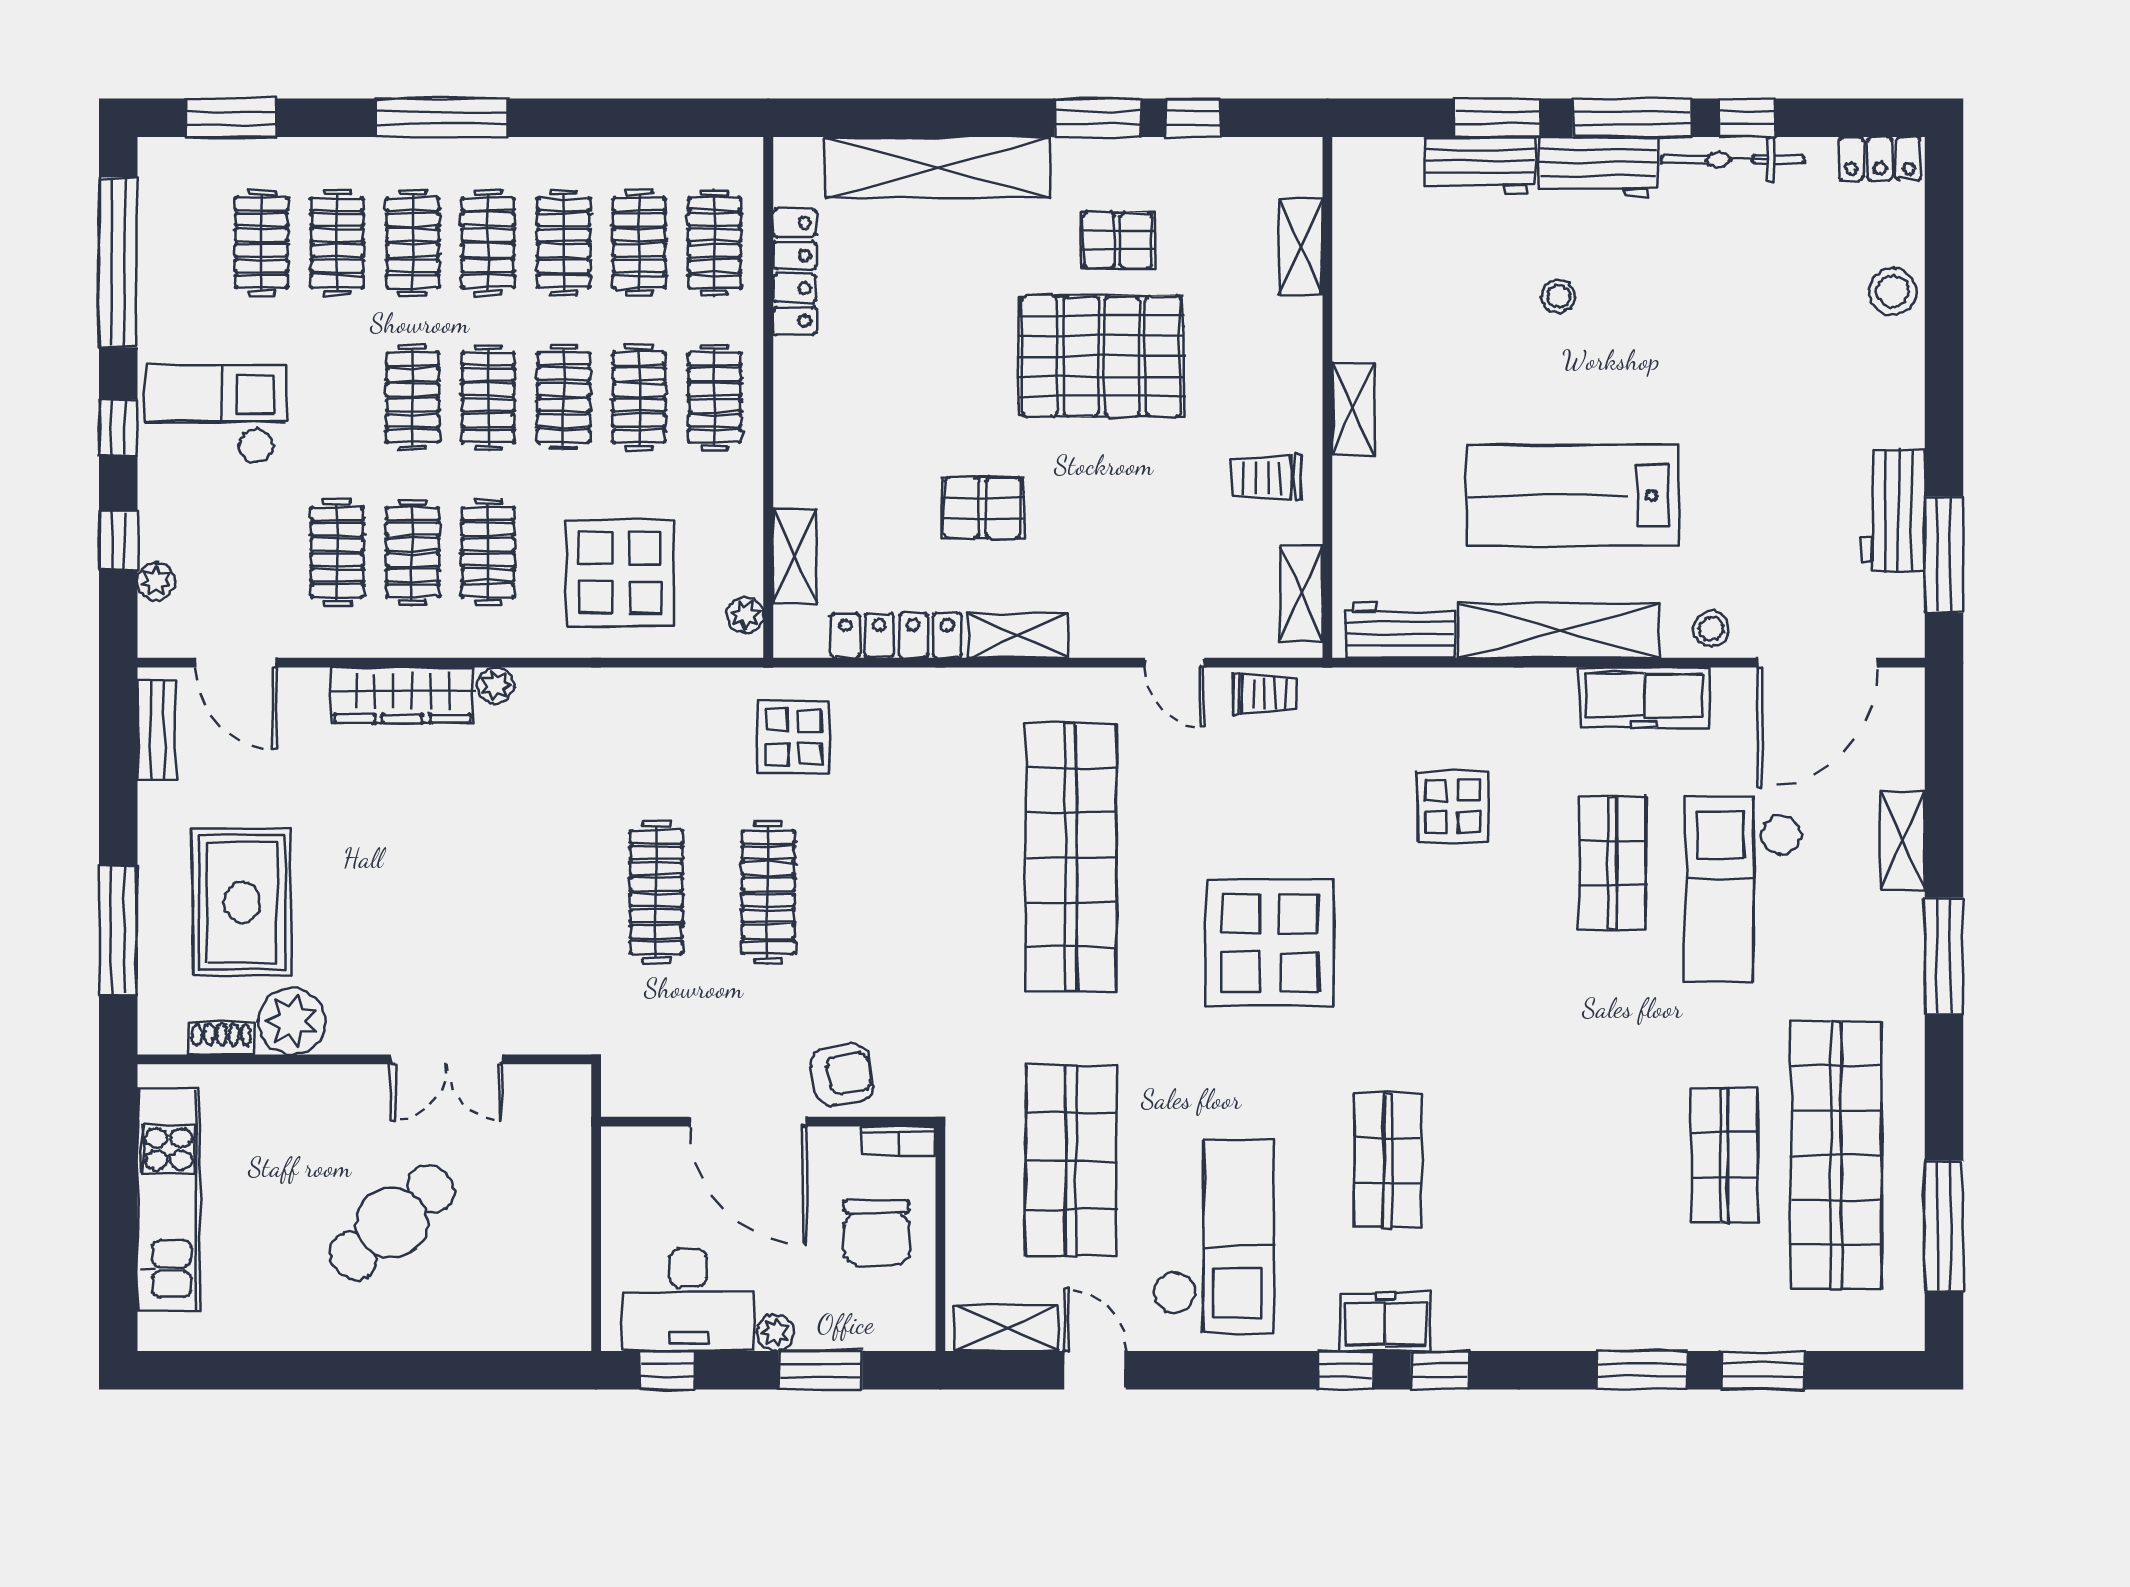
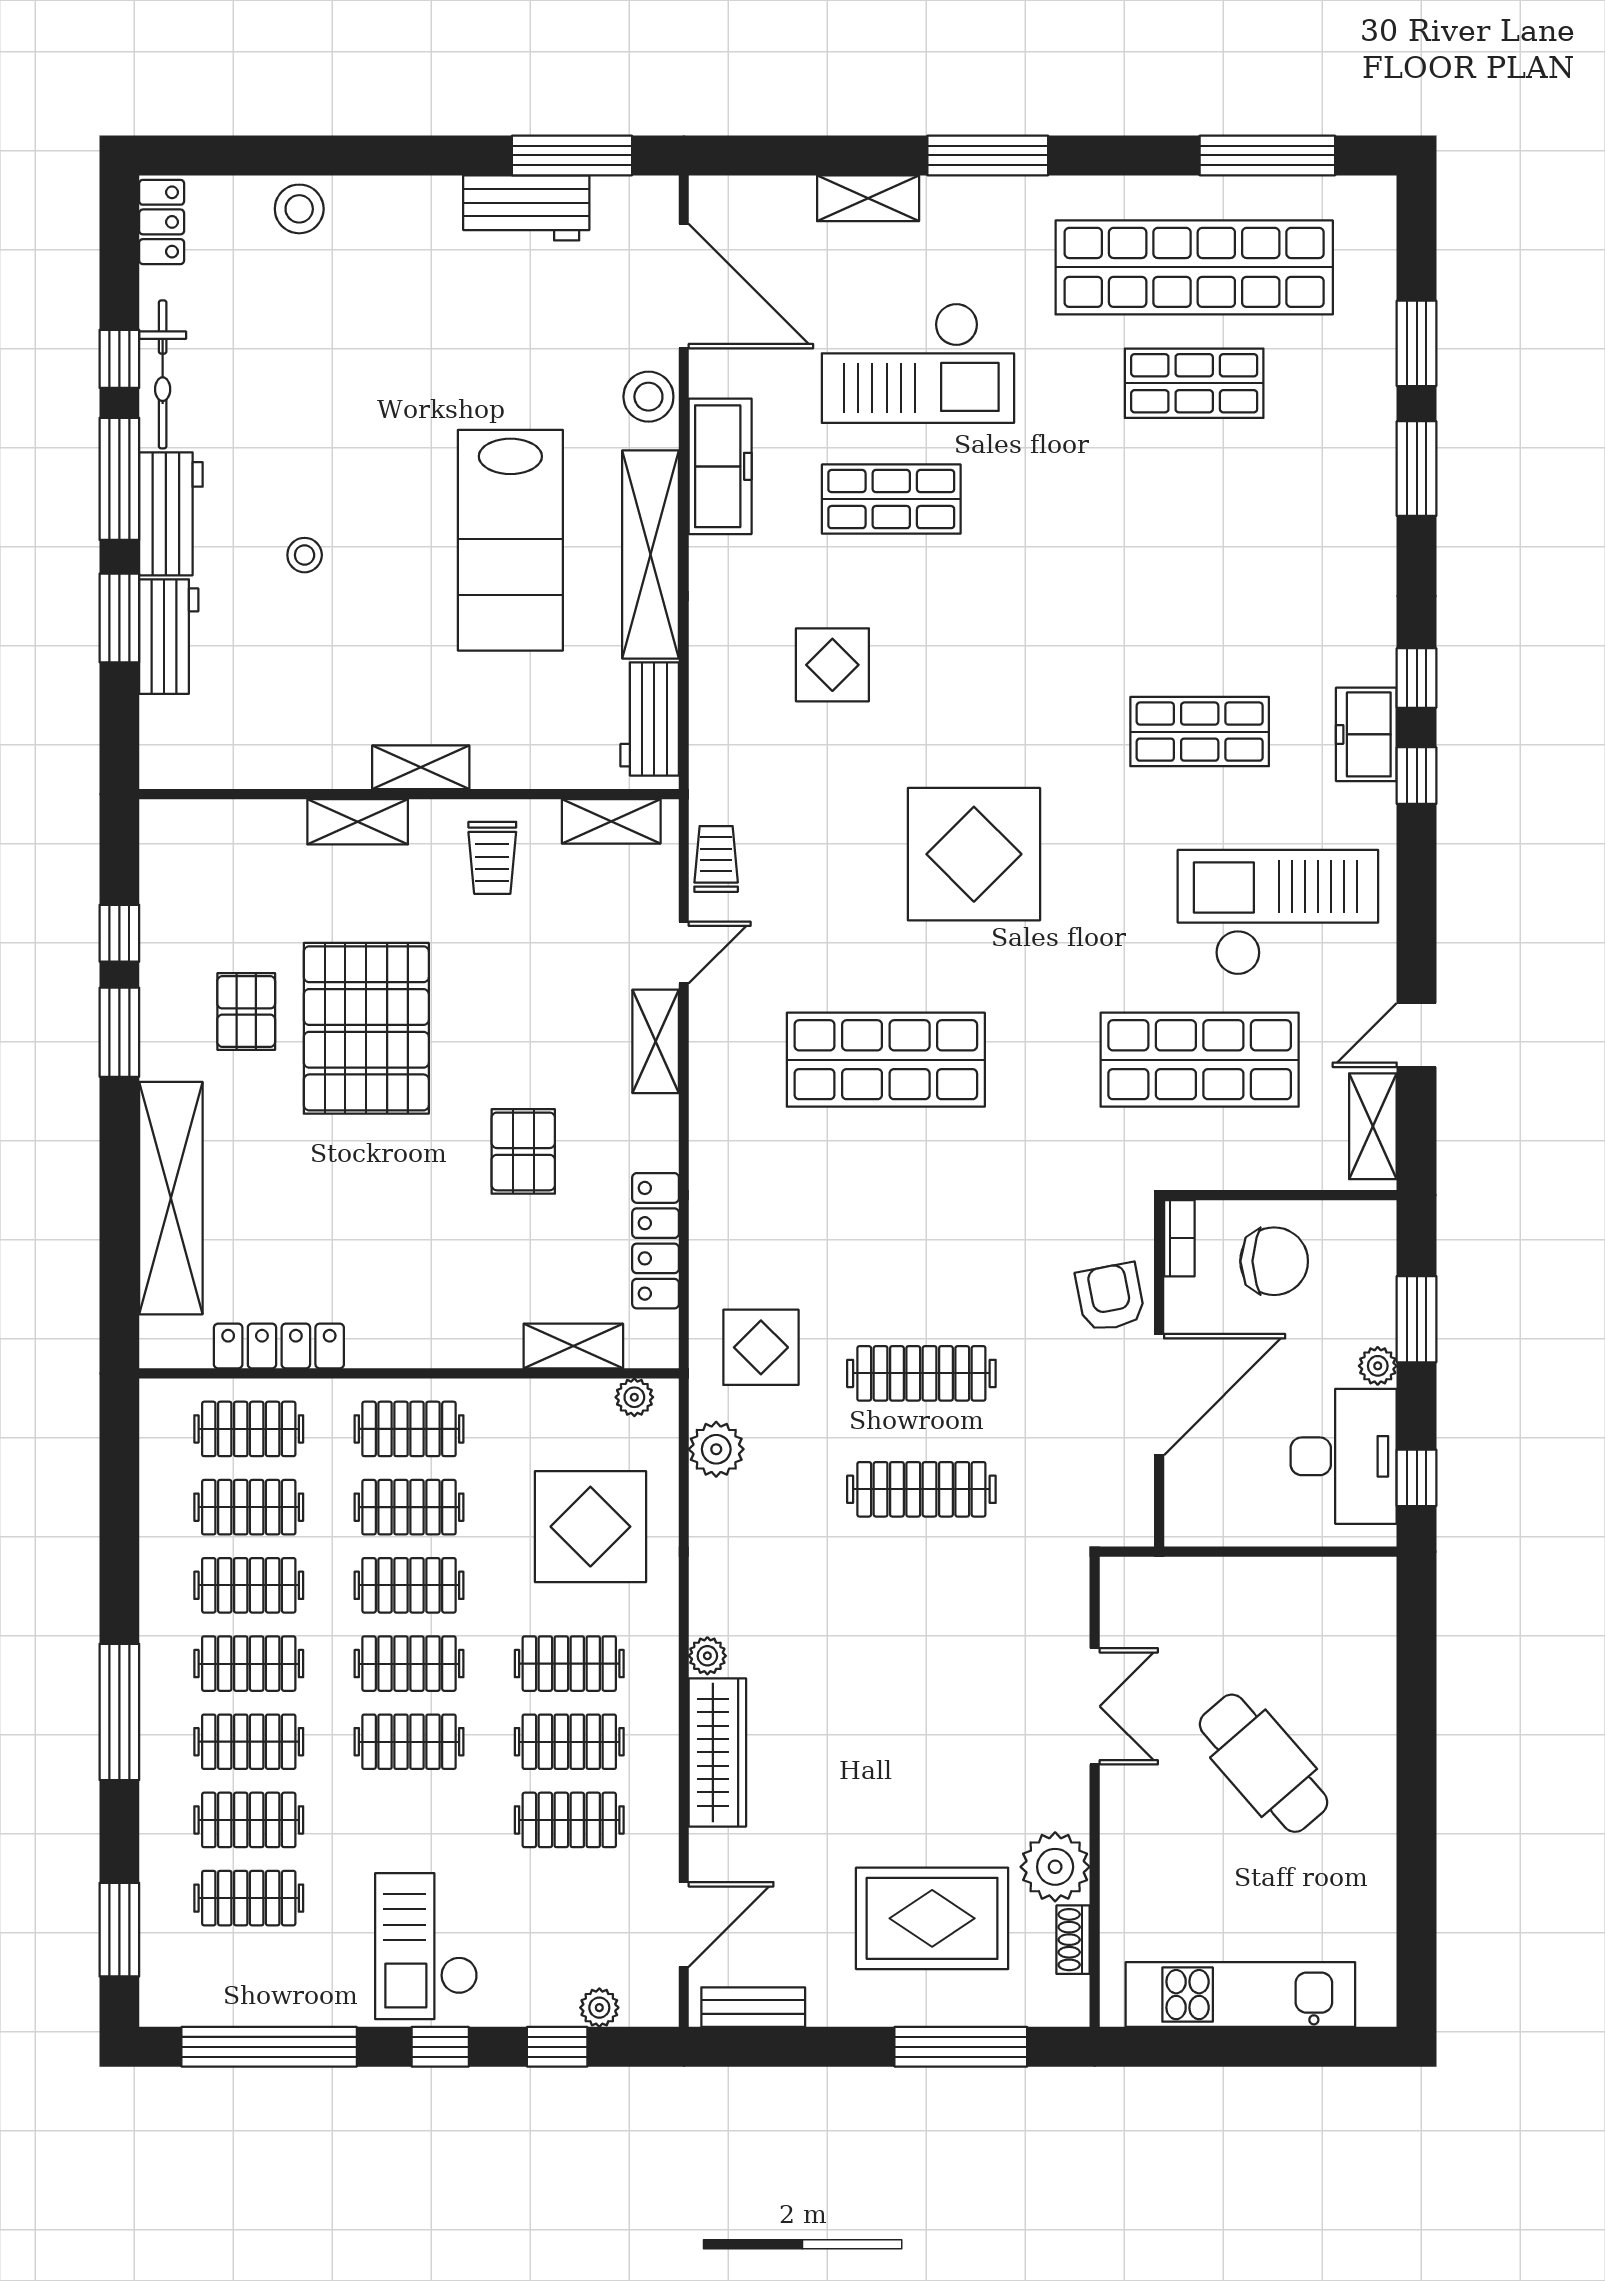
shelving: (1301, 247) -> (358, 822), moved
stool: (1711, 629) -> (648, 397), width x1.37, depth x1.37
shelving: (1018, 635) -> (656, 1041), moved
plant: (695, 694) -> (716, 1449), added
shop shelf: (1071, 858) -> (886, 1060), width x0.71

